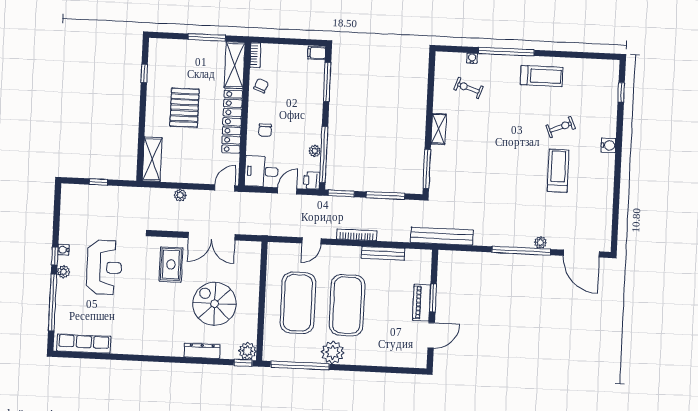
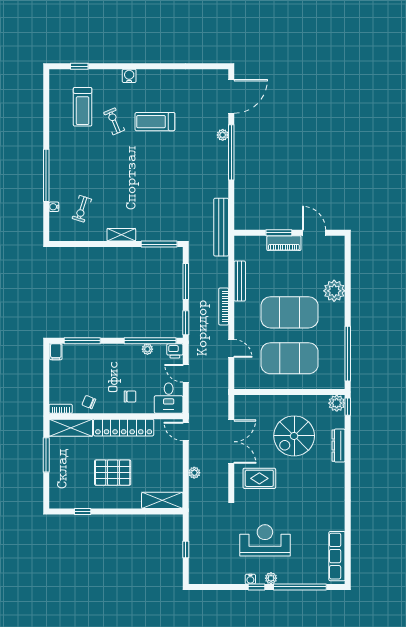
treadmill: (542, 76) -> (83, 107), moved, turned 180
plant: (333, 352) -> (334, 291), moved

